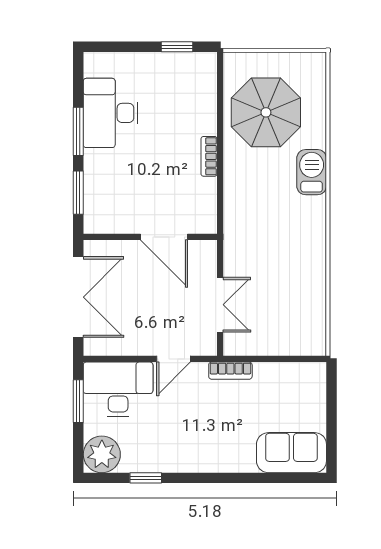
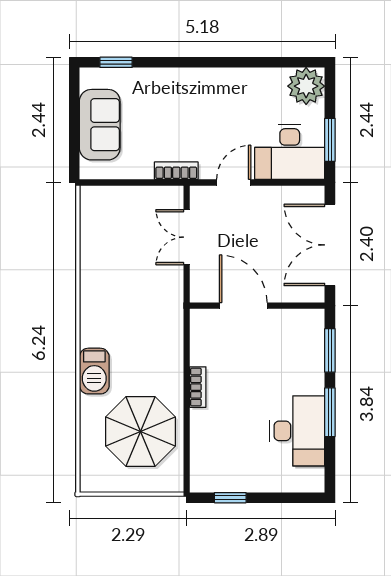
sofa: (291, 453) -> (100, 125), moved, turned -90
window: (146, 478) -> (116, 62), moved

